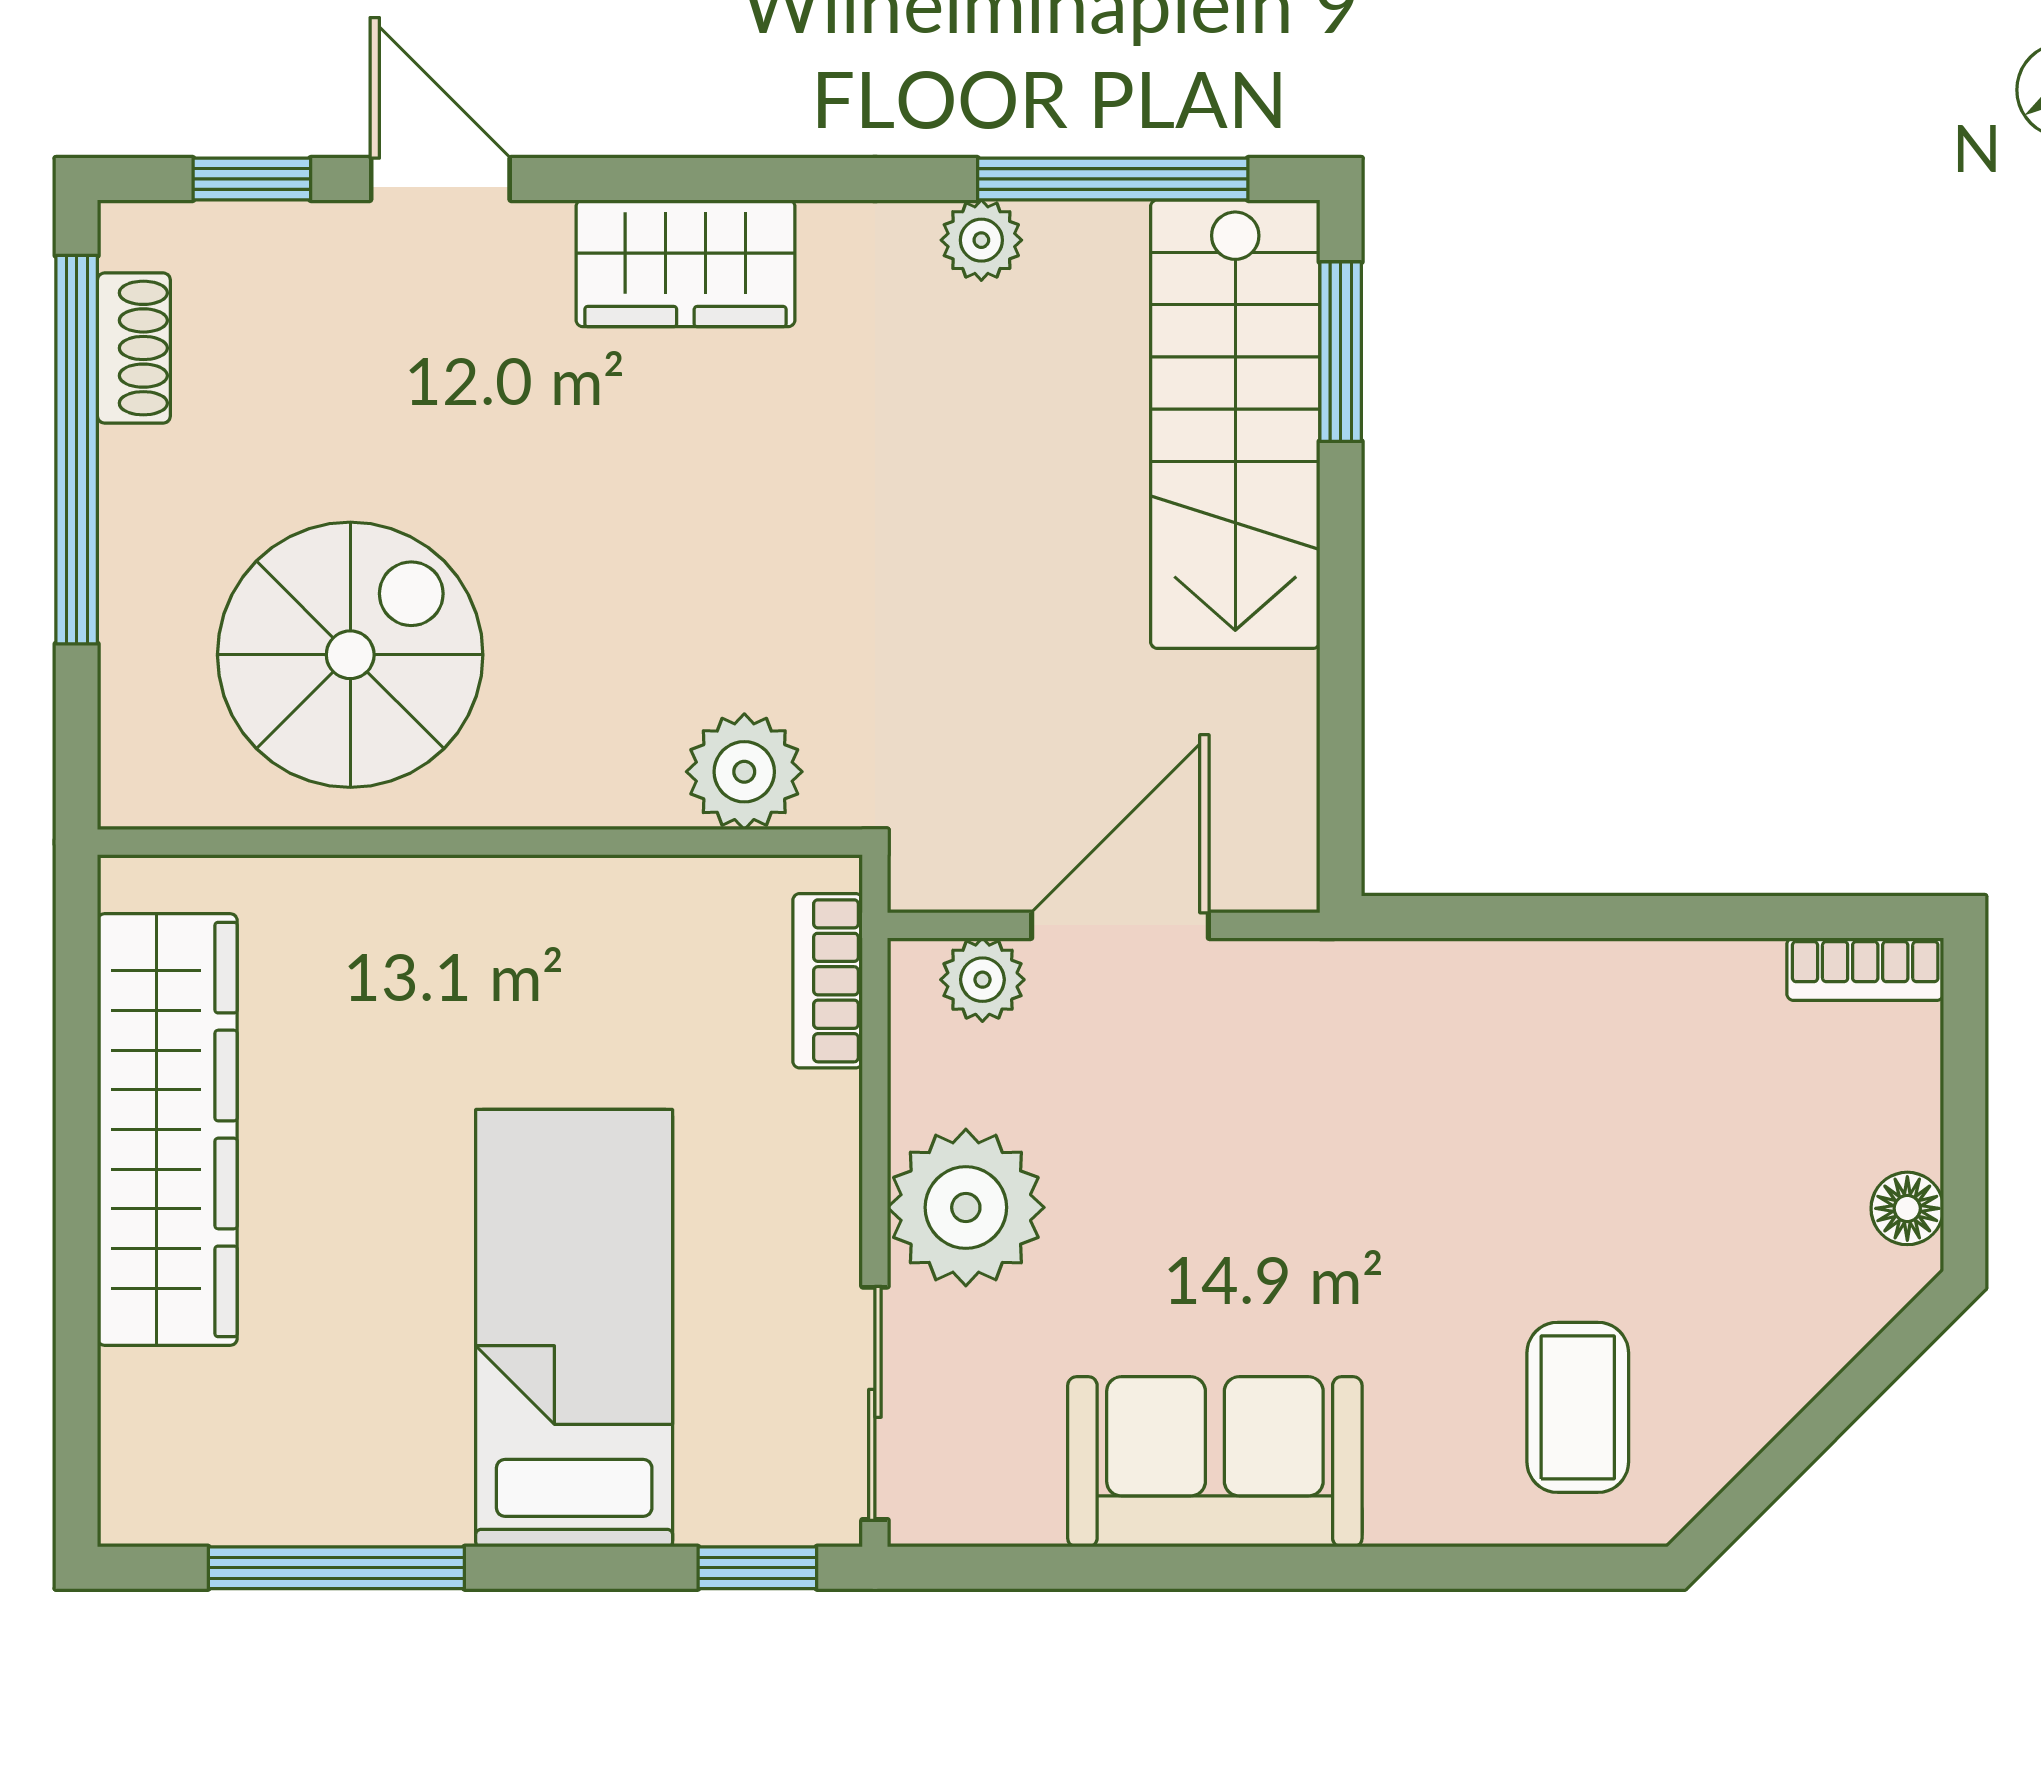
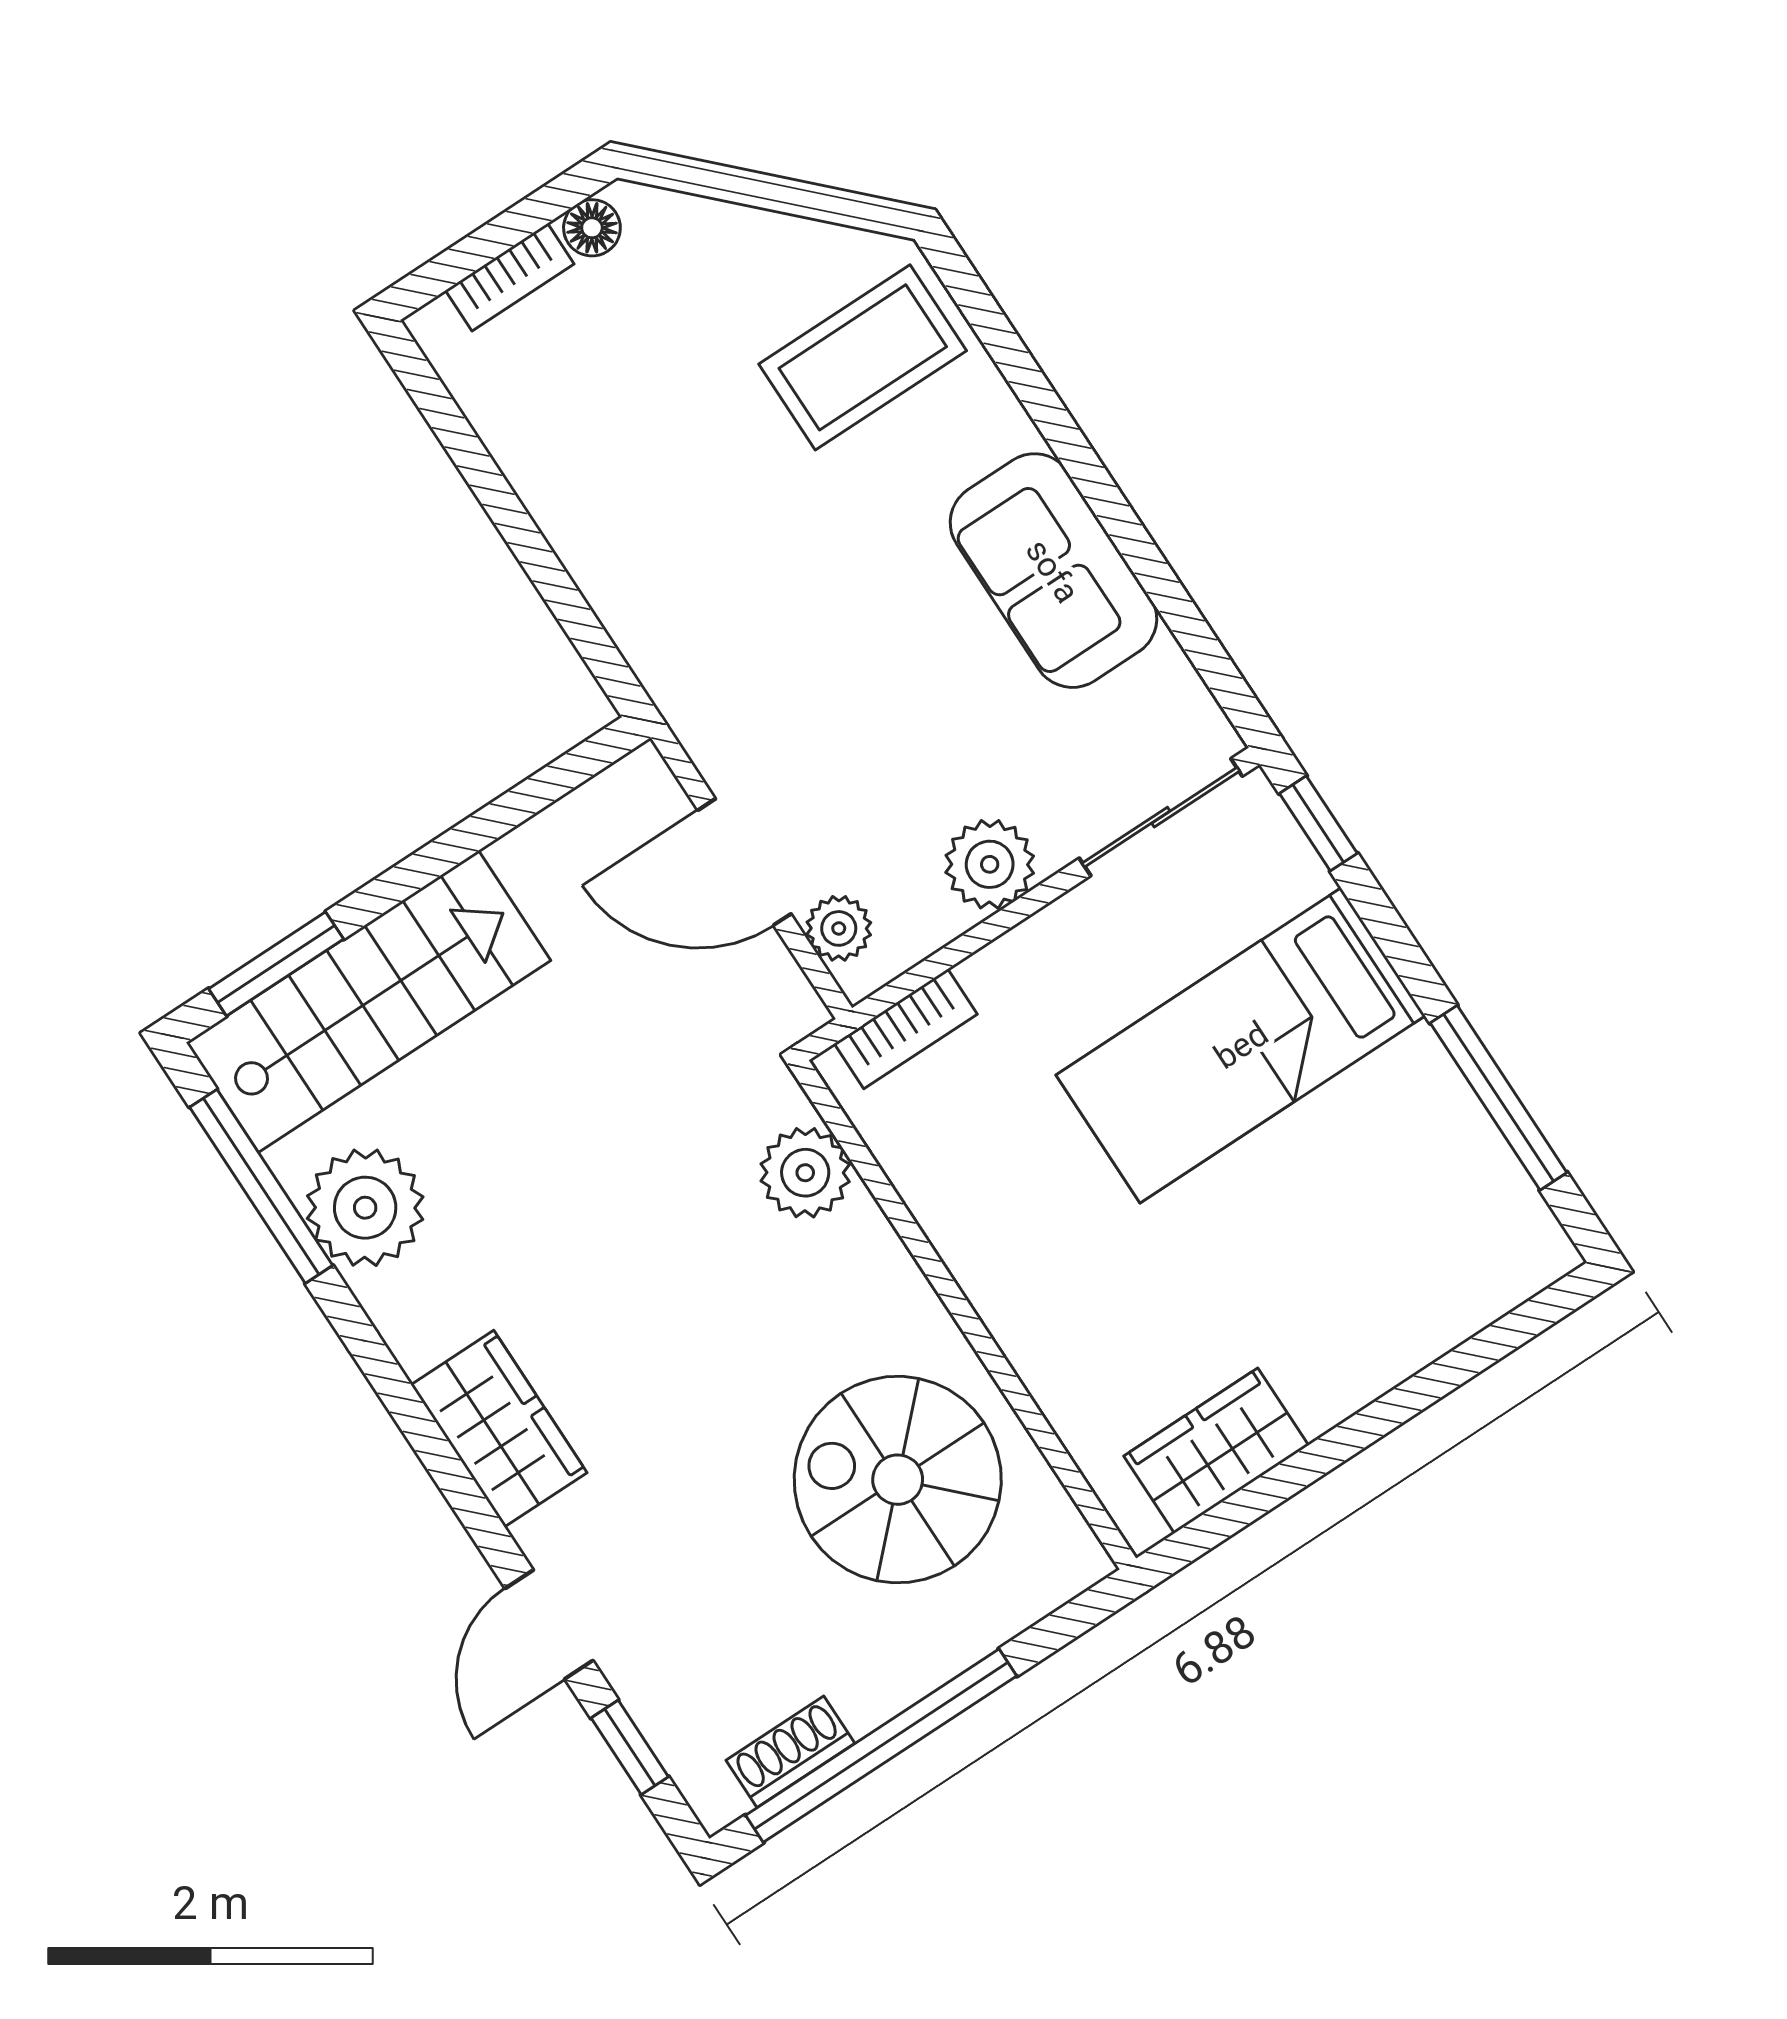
plant: (981, 240) -> (365, 1208), width x1.88, depth x1.88
bookcase: (1865, 969) -> (510, 277), moved, turned 90
wardrobe: (167, 1130) -> (1216, 1451), width x0.48, depth x0.85
plant: (966, 1207) -> (990, 864), width x0.73, depth x0.73
coffee table: (1578, 1407) -> (863, 357), width x1.36, depth x1.30

